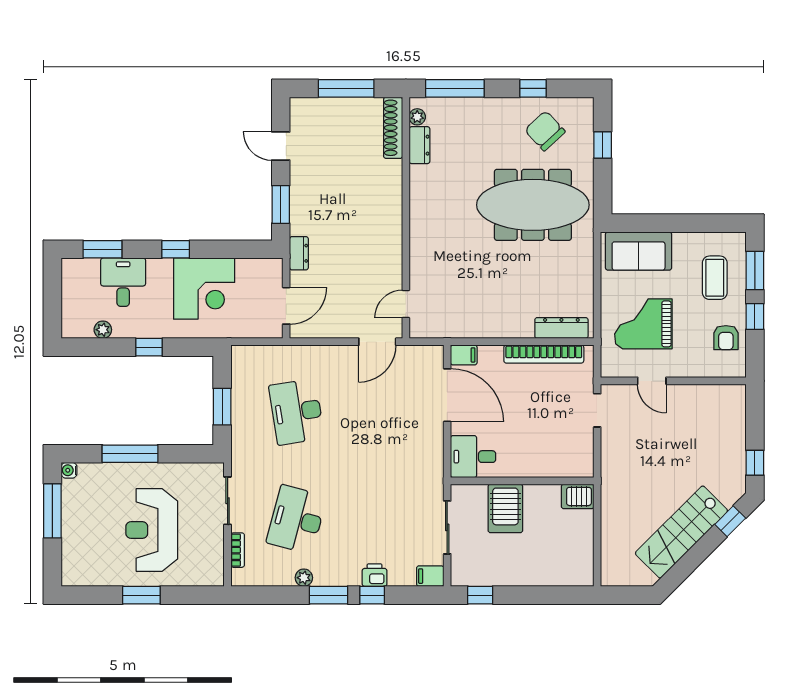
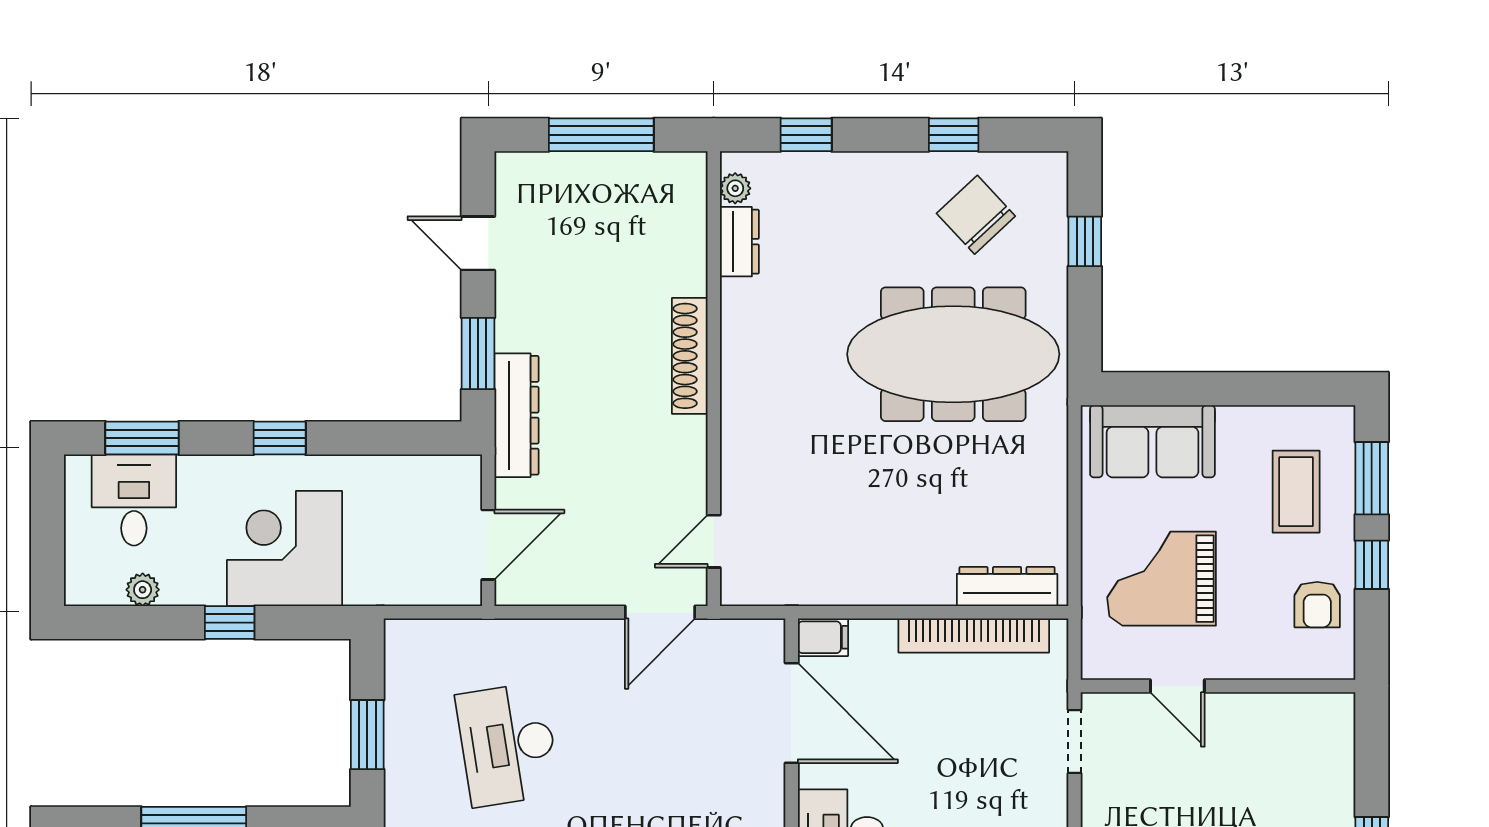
window: (455, 88) -> (806, 135), width x0.46
shoe rack: (393, 128) -> (690, 356), moved
dresser: (299, 253) -> (516, 415), width x1.96, depth x1.24
desk: (123, 282) -> (134, 500), moved
corner desk: (204, 289) -> (284, 548), moved, turned 180

